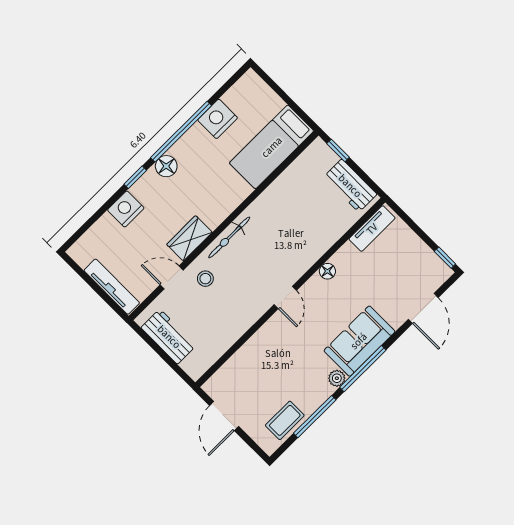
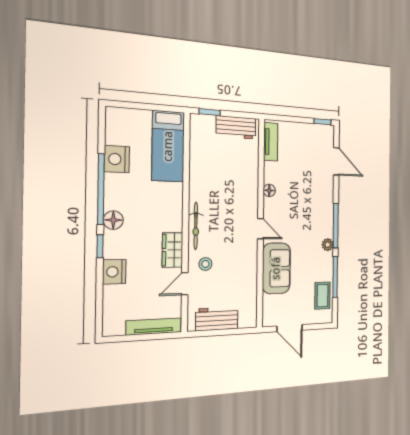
sofa: (359, 341) -> (276, 268), moved, turned 180

